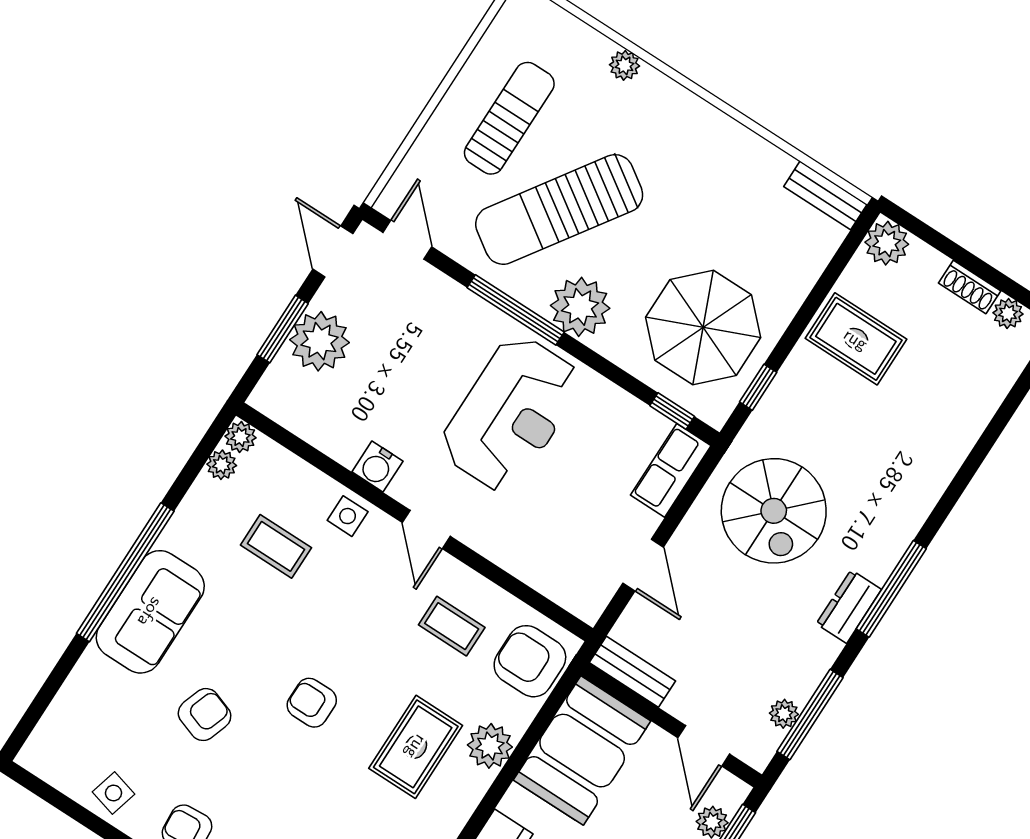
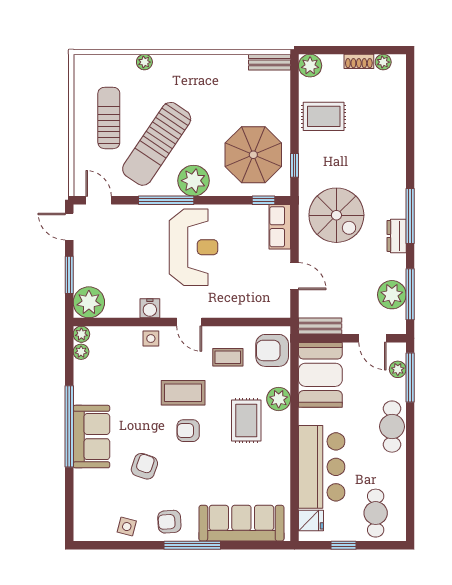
plant: (320, 341) -> (89, 302), moved
coffee table: (276, 546) -> (183, 393), moved, width x1.36, depth x1.30
plant: (784, 714) -> (392, 295), width x1.88, depth x1.88

